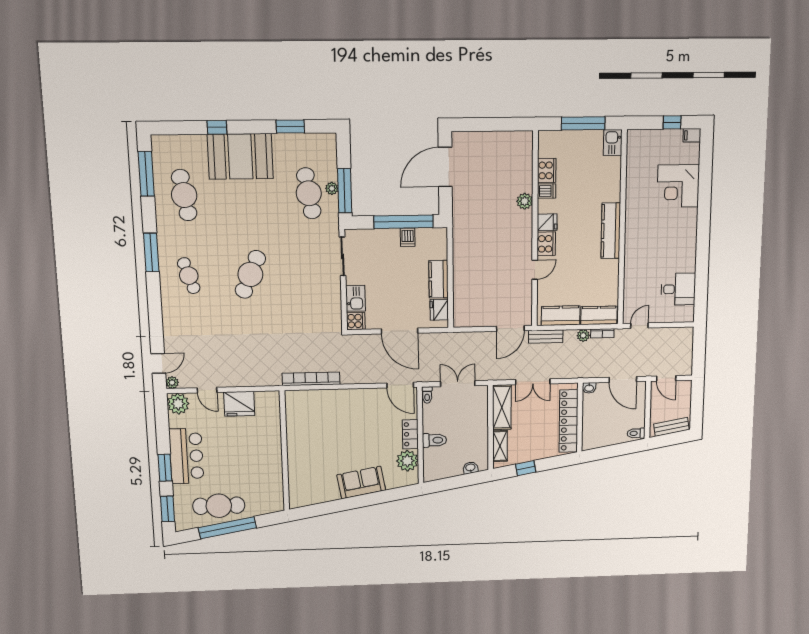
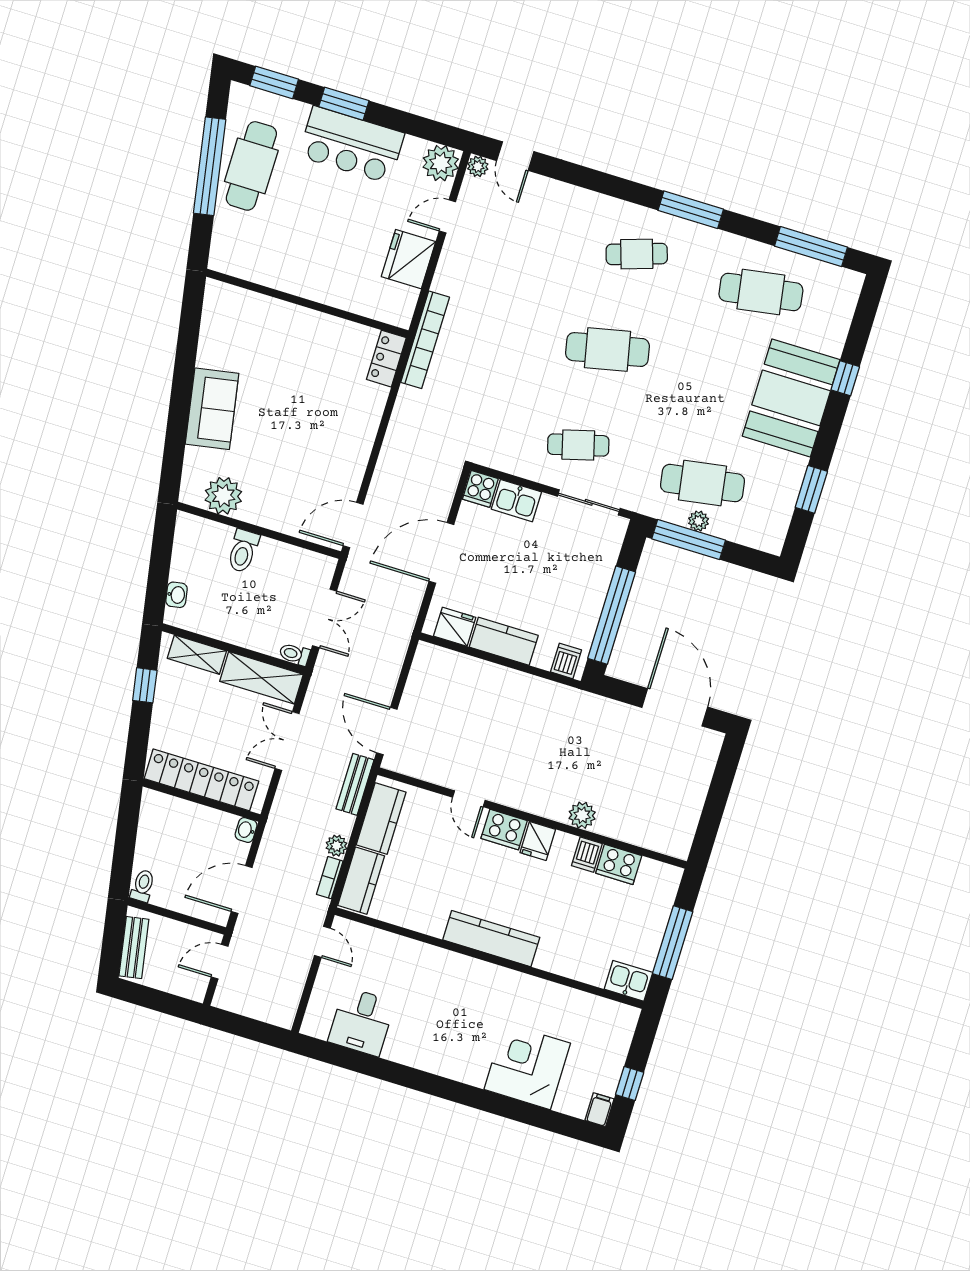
dishwasher: (408, 237) -> (566, 661), moved, turned 90
cafe table: (312, 273) -> (578, 445), added
cafe table: (250, 274) -> (607, 350), turned -36
bookcase: (311, 379) -> (425, 340), moved
toilet: (427, 395) -> (294, 654), moved
locker: (410, 434) -> (386, 359), moved, turned -90

